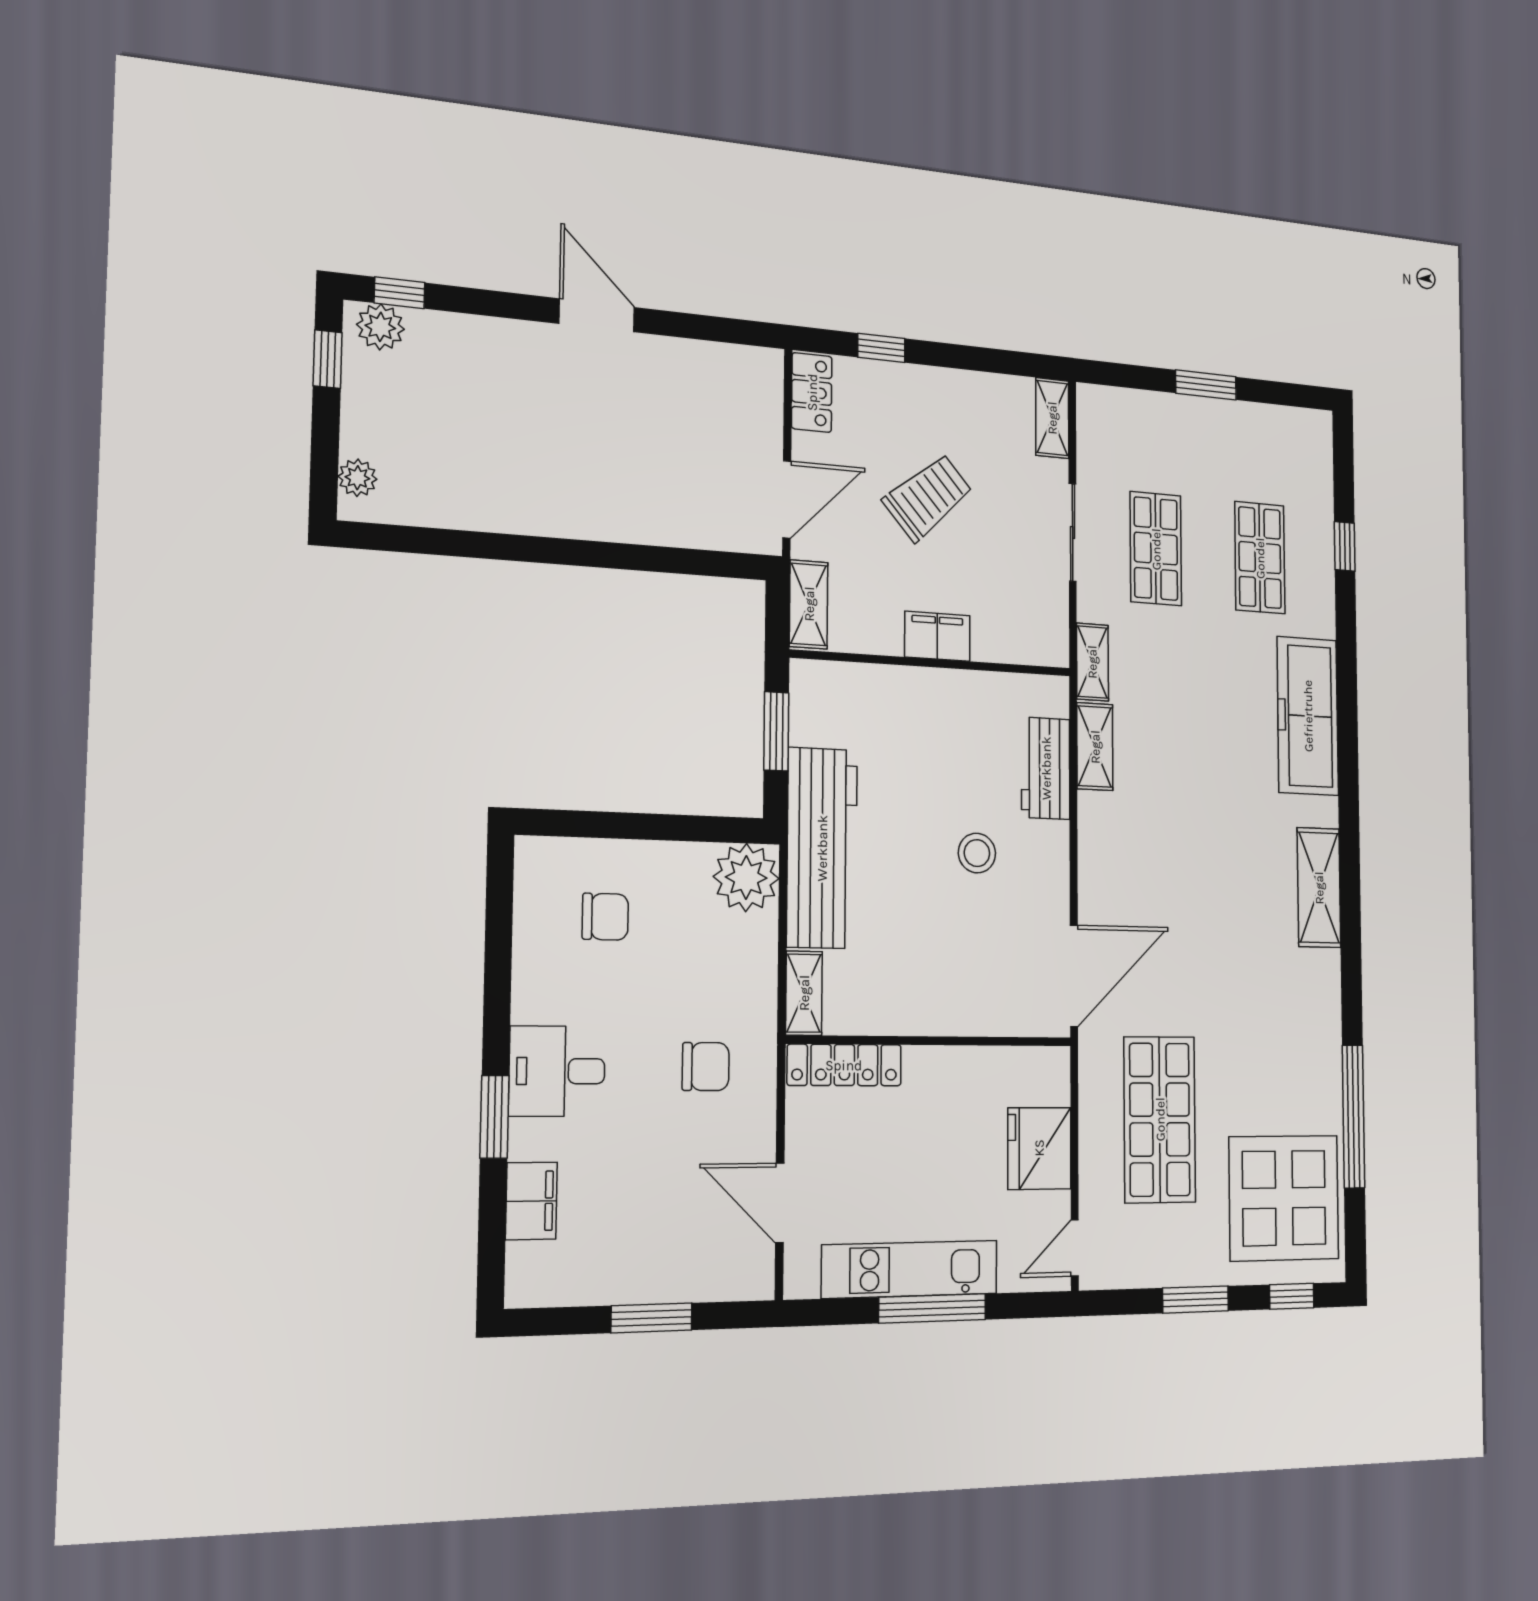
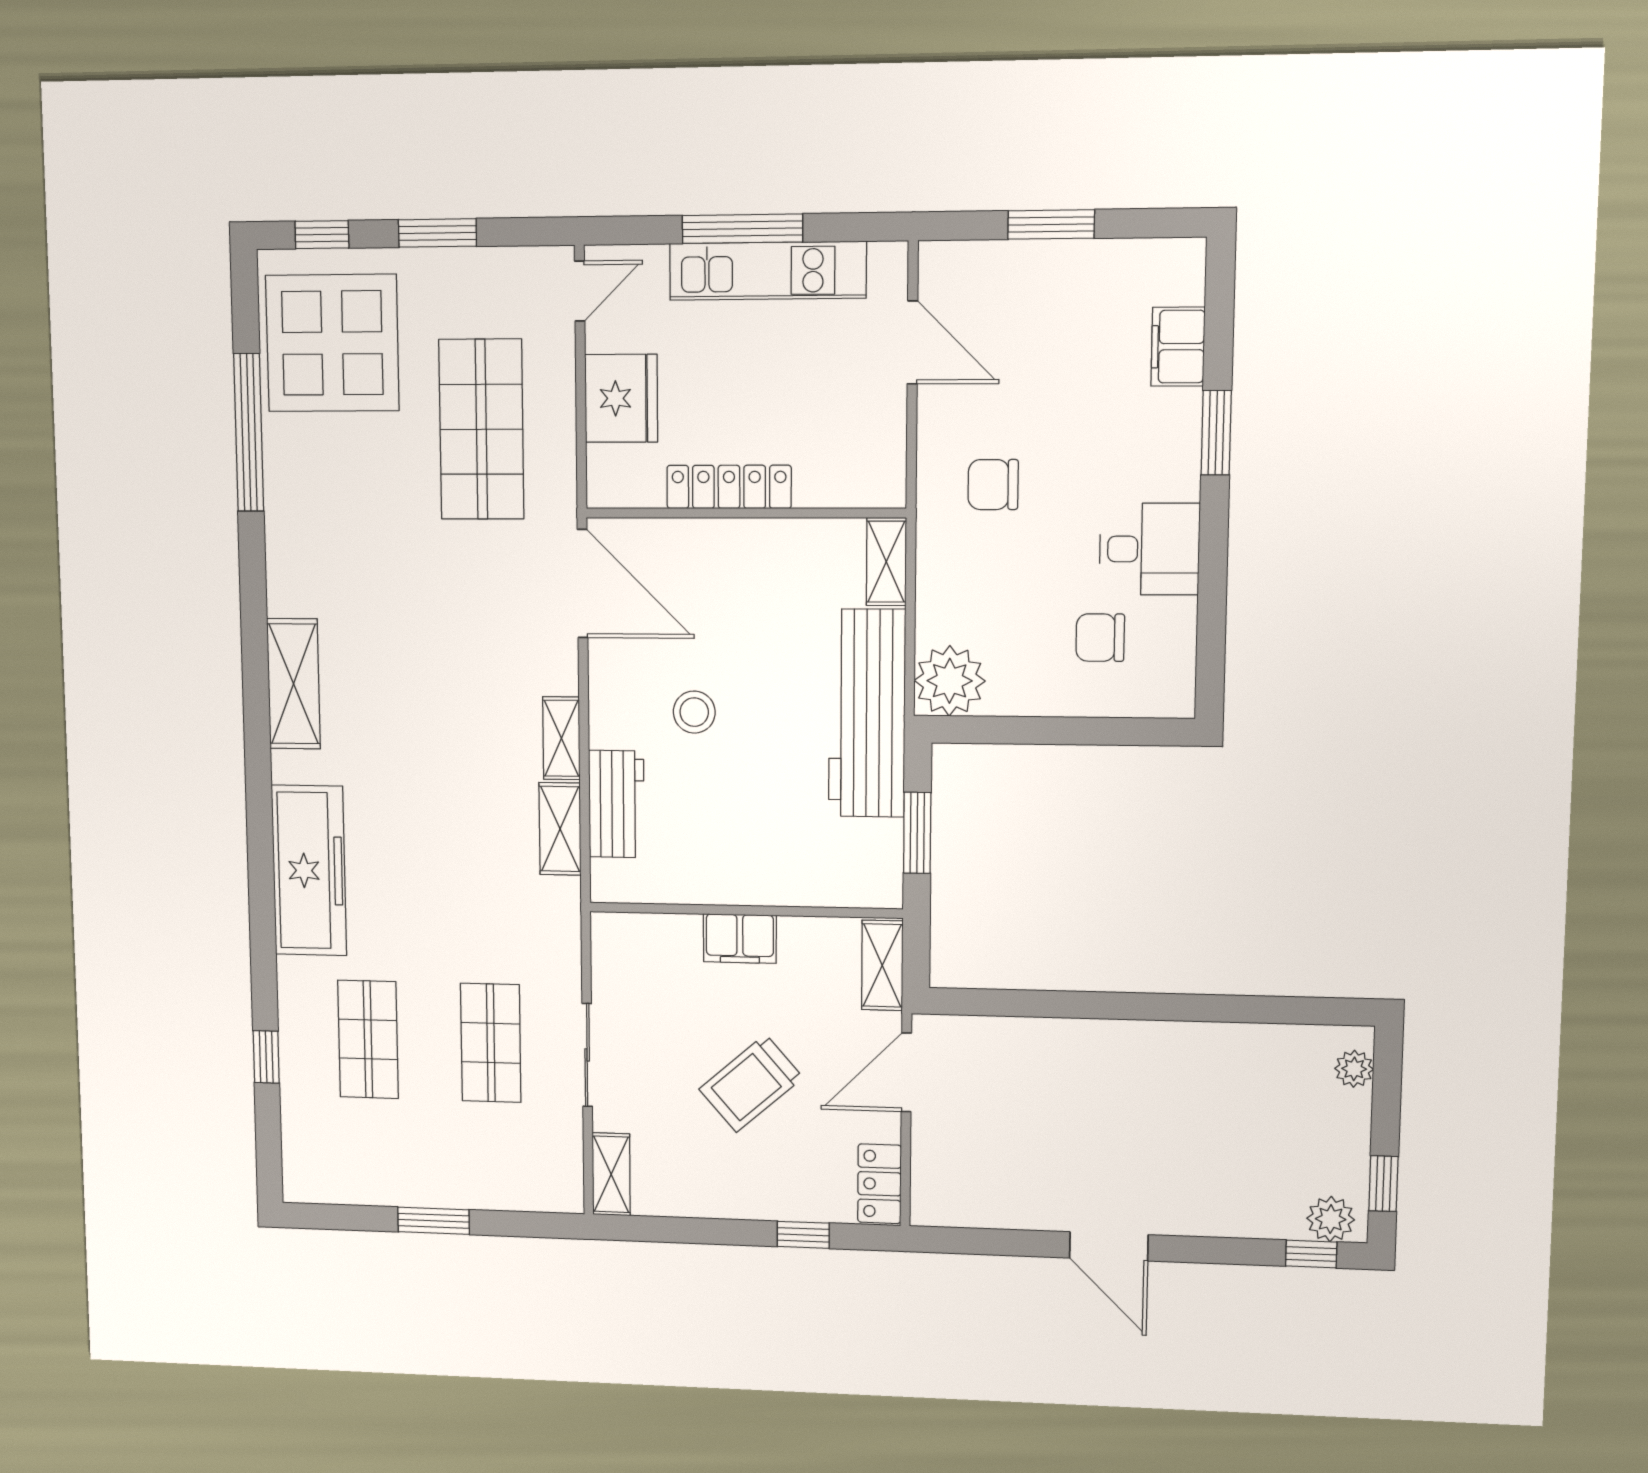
shelving: (1092, 662) -> (561, 738), moved
door: (1074, 976) -> (583, 584), swing flipped
locker: (844, 1065) -> (729, 487), moved
desk: (557, 1071) -> (1149, 549), moved

